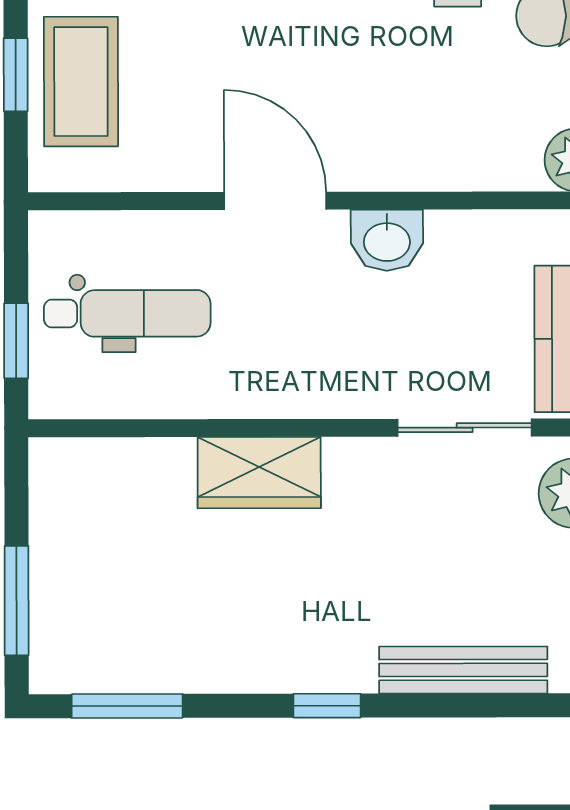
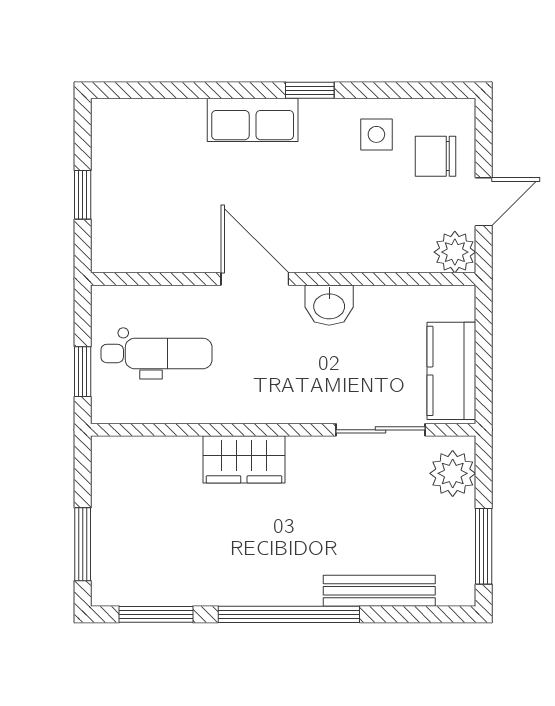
coffee table: (81, 82) -> (126, 199), removed
window: (327, 706) -> (289, 614), width x3.17

